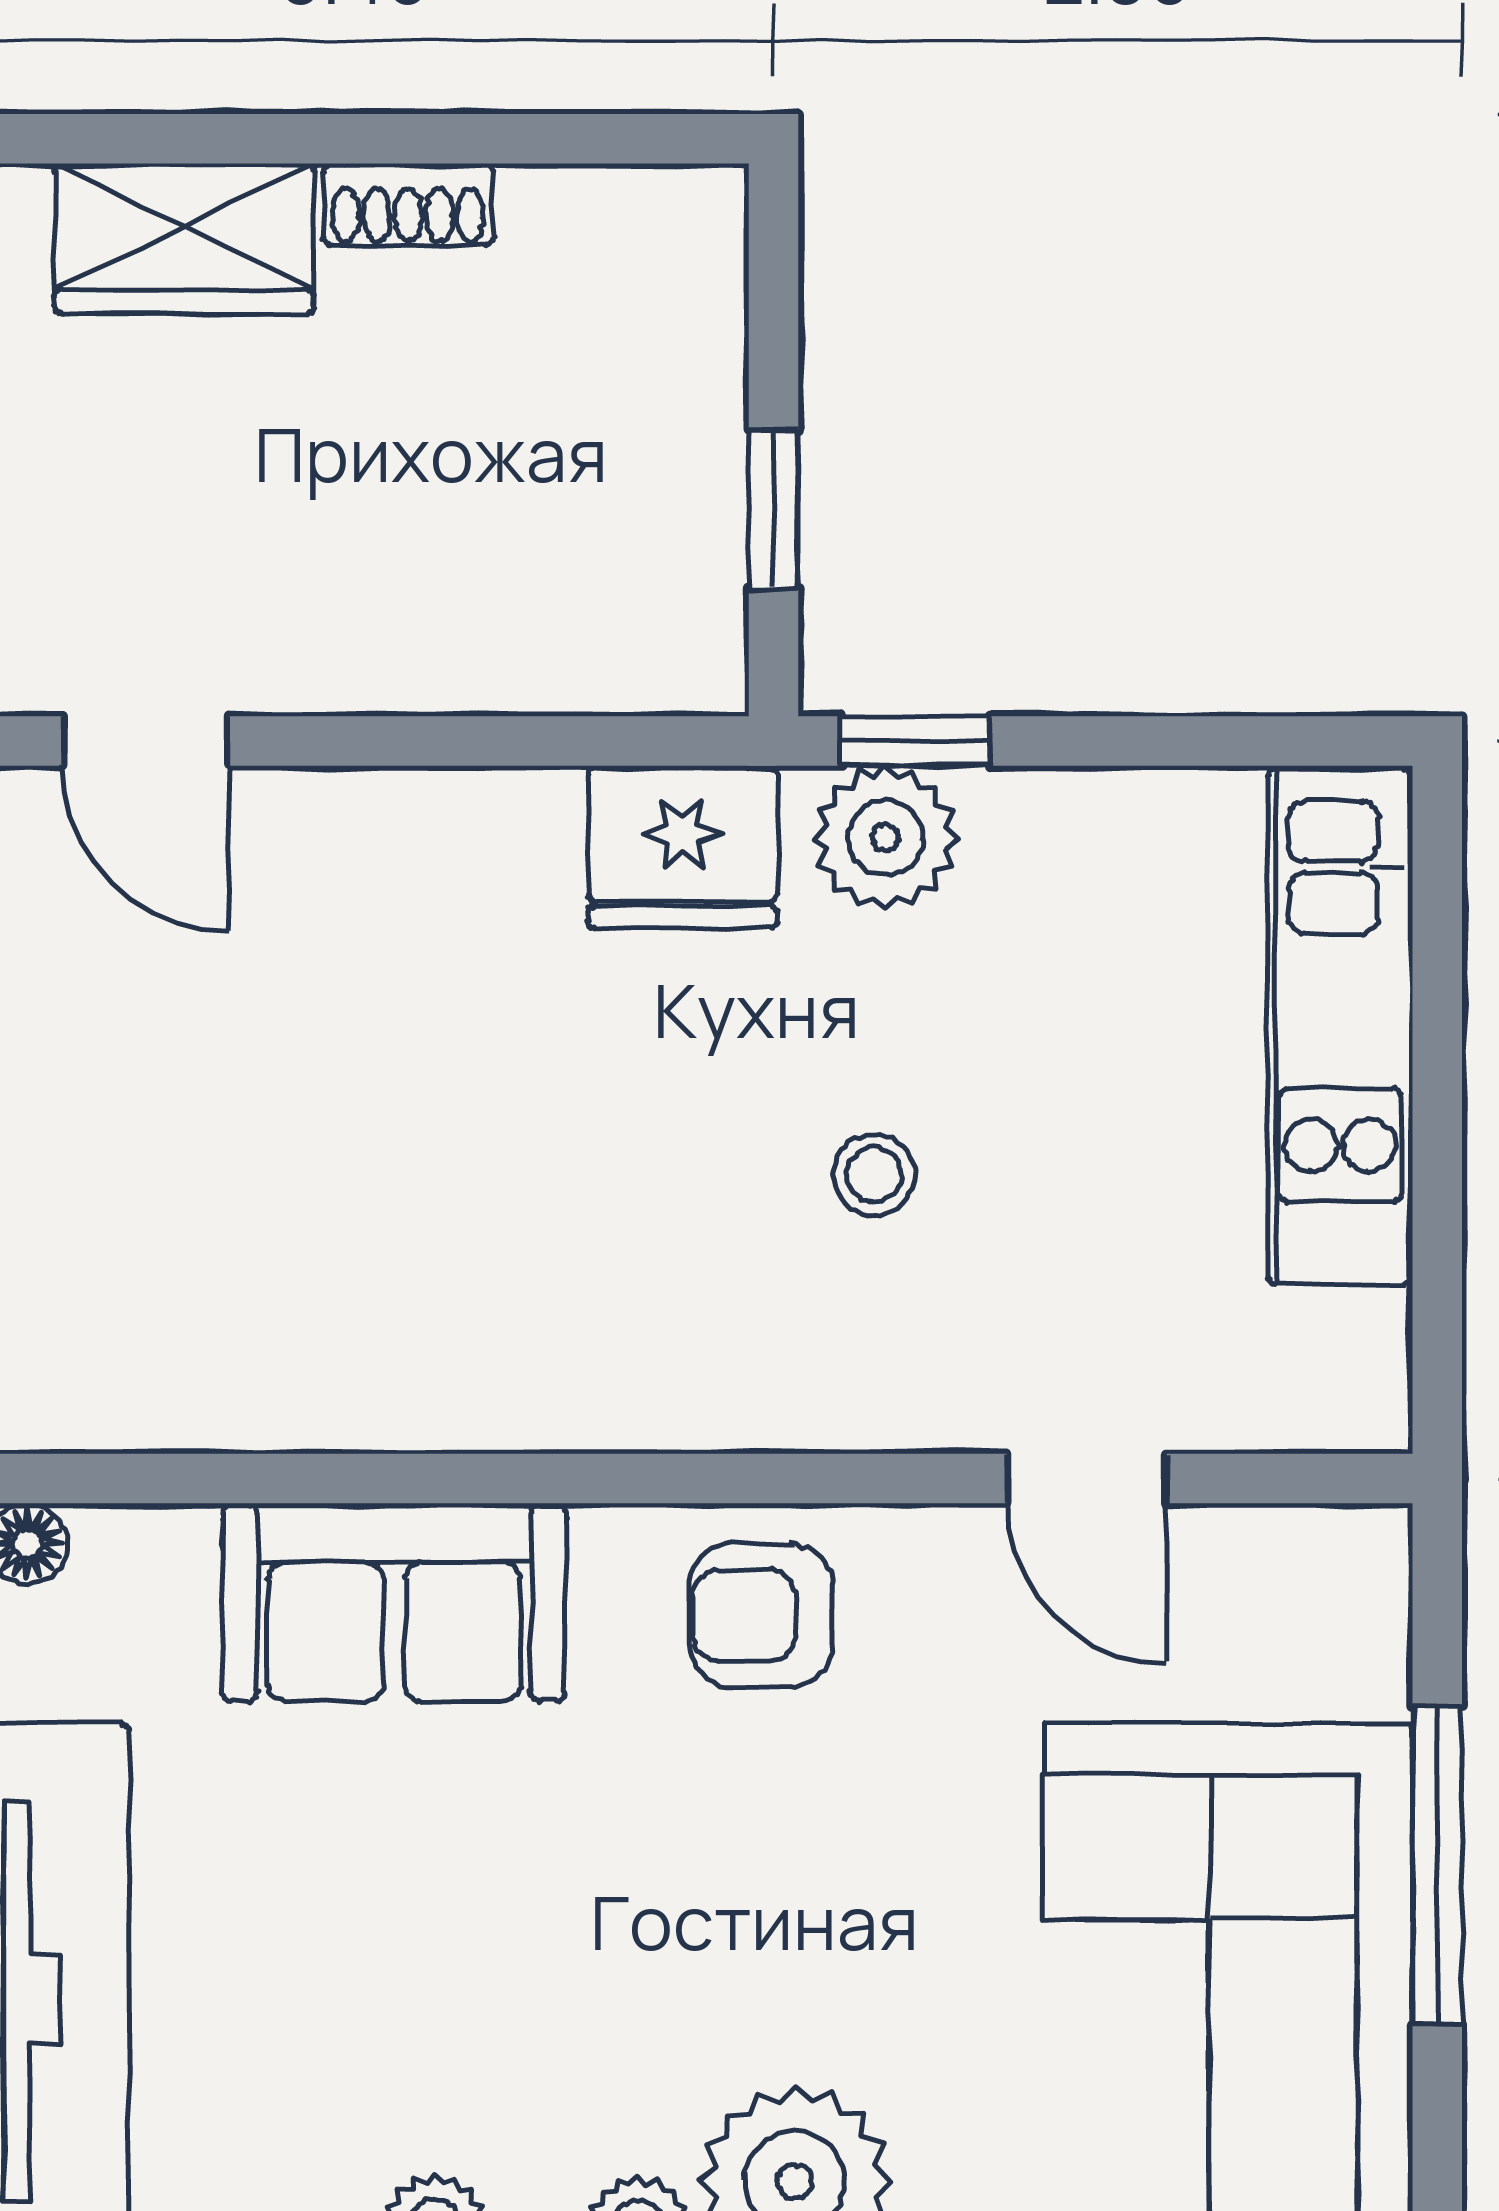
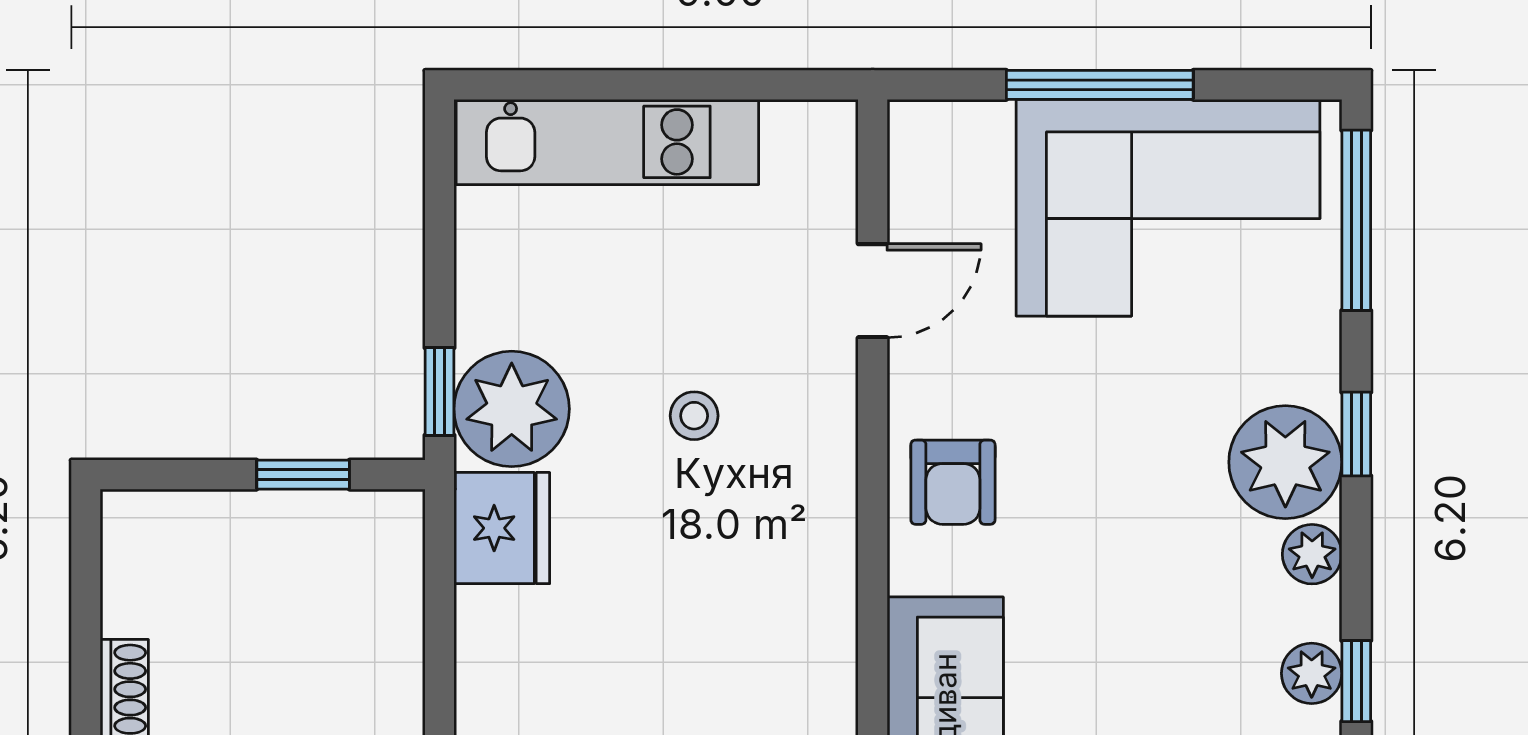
plant: (885, 838) -> (512, 409), width x1.36, depth x1.36

